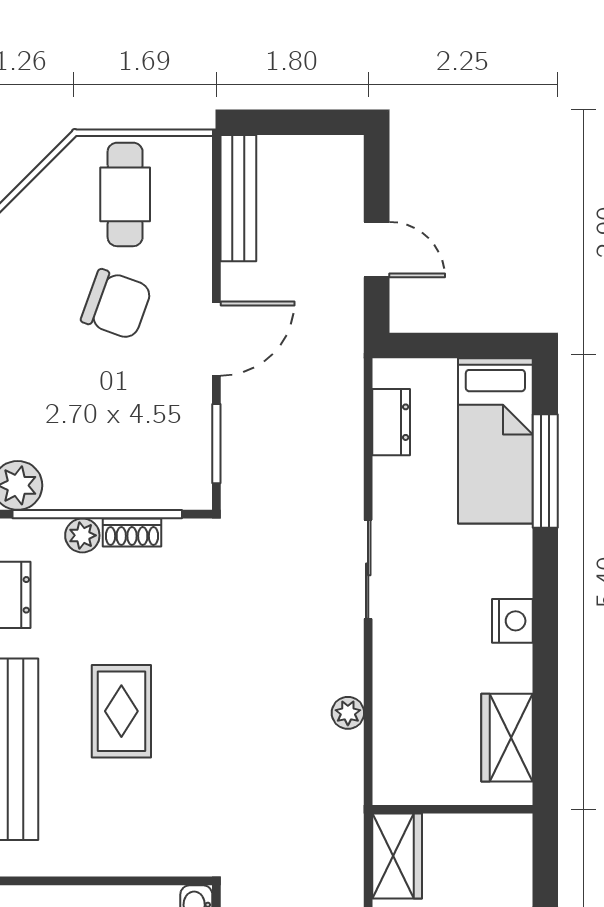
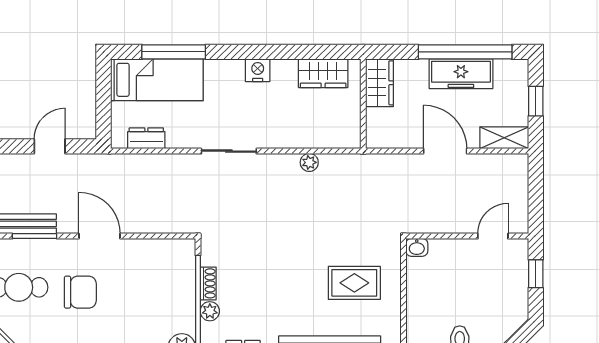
chair: (116, 304) -> (80, 292), turned 70
window: (216, 444) -> (35, 236), moved
rug: (121, 711) -> (354, 283), moved
wardrobe: (397, 856) -> (379, 83), moved, turned 90

